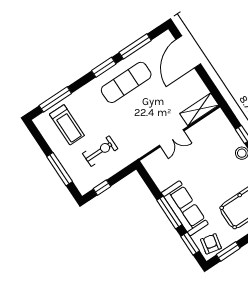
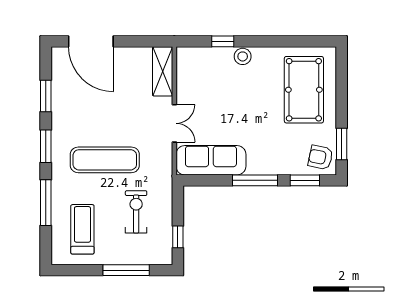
window: (135, 46) -> (46, 96), width x0.69
exercise mat: (126, 82) -> (105, 160), moved, turned 90
window: (55, 99) -> (46, 203), moved
treadmill: (67, 125) -> (82, 229), turned -90
sofa: (185, 208) -> (211, 160), moved

